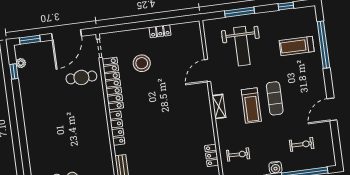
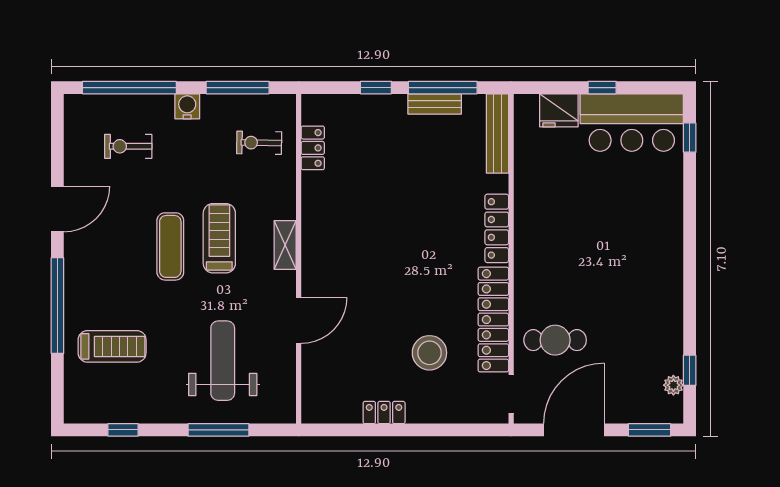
window: (323, 45) -> (57, 306), moved

